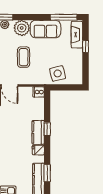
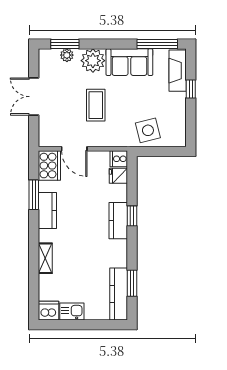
fridge: (38, 150) -> (118, 176), moved

